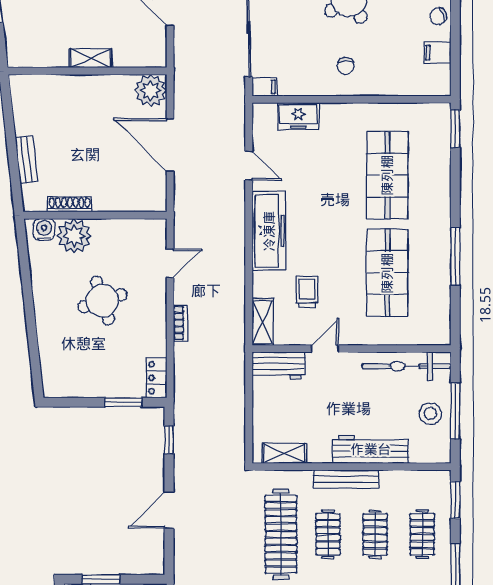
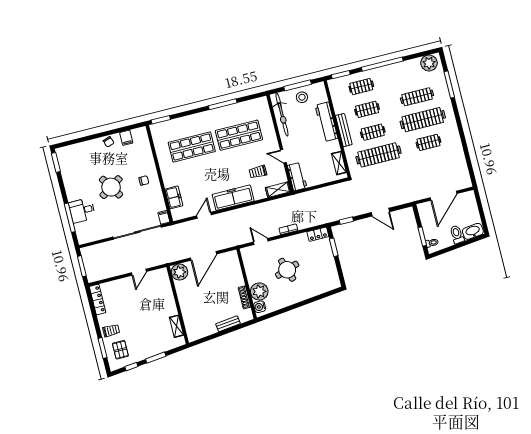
shelving: (91, 58) -> (176, 326), moved

